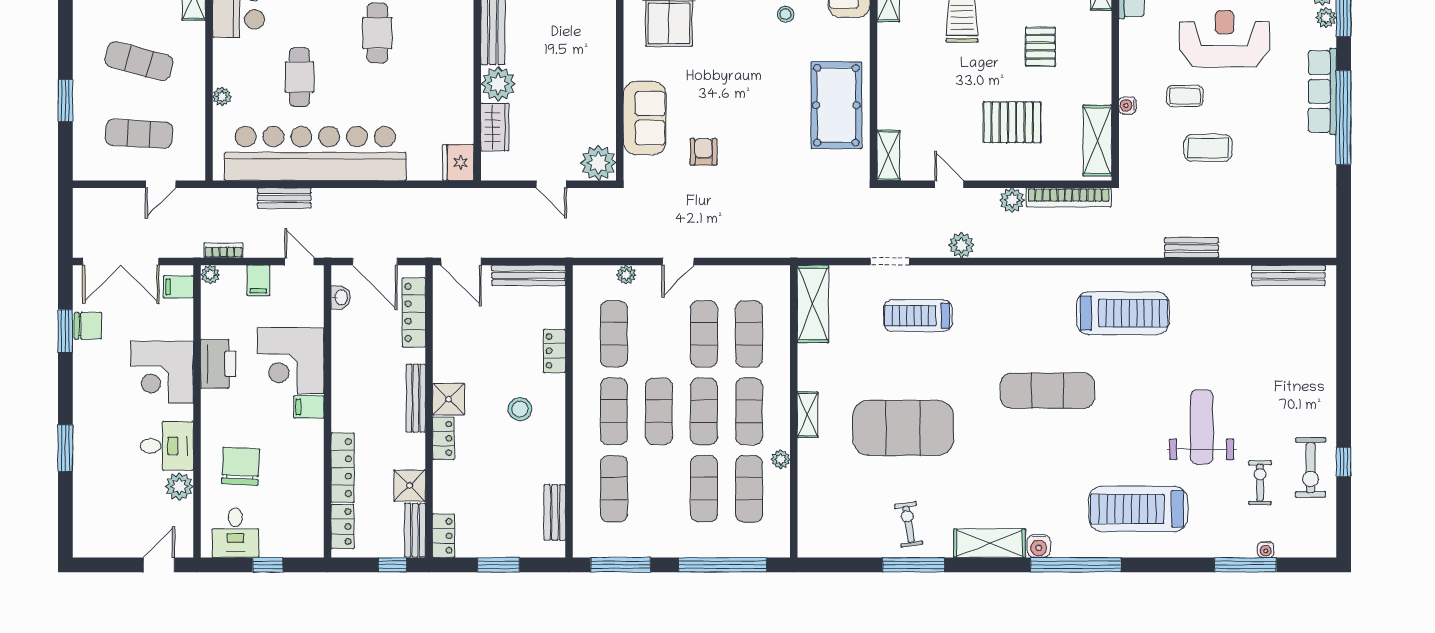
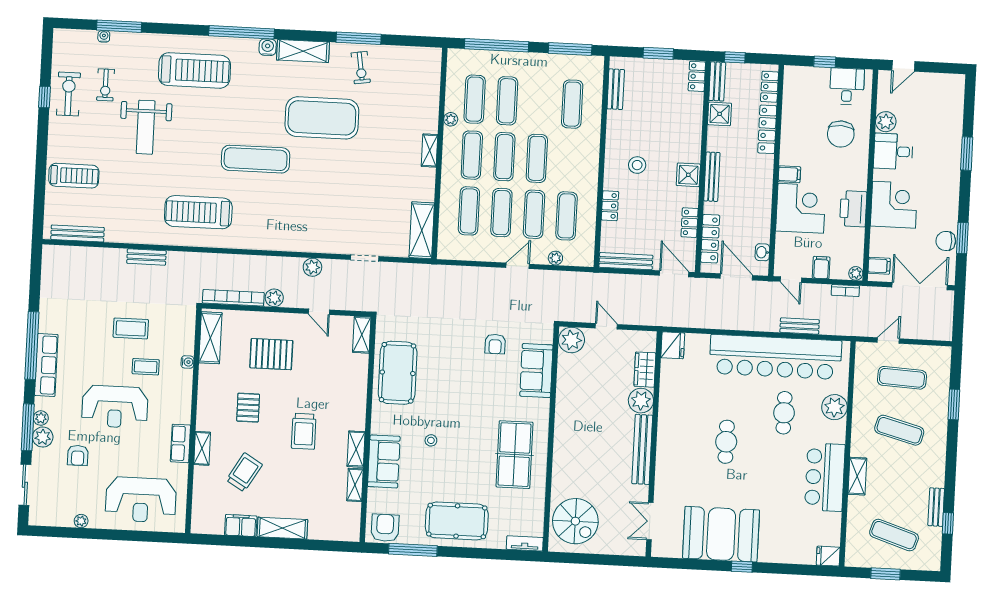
plant: (222, 97) -> (834, 407), width x1.87, depth x1.87
treadmill: (918, 316) -> (74, 176), moved
exercise mat: (614, 411) -> (534, 214), moved
exercise mat: (903, 428) -> (322, 118), moved
locker: (443, 438) -> (690, 223), moved

